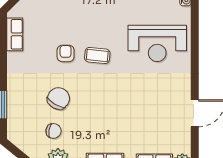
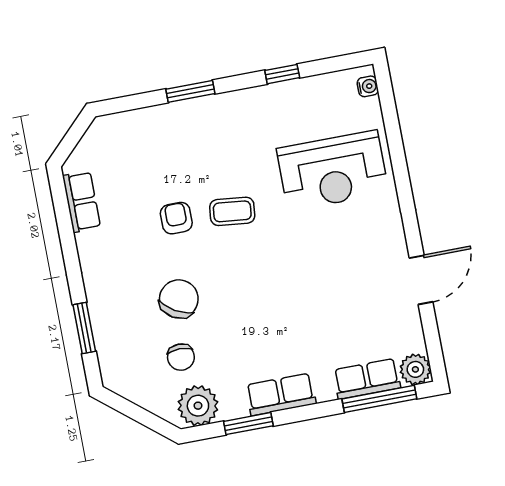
chair: (54, 131) -> (181, 357), turned 81

